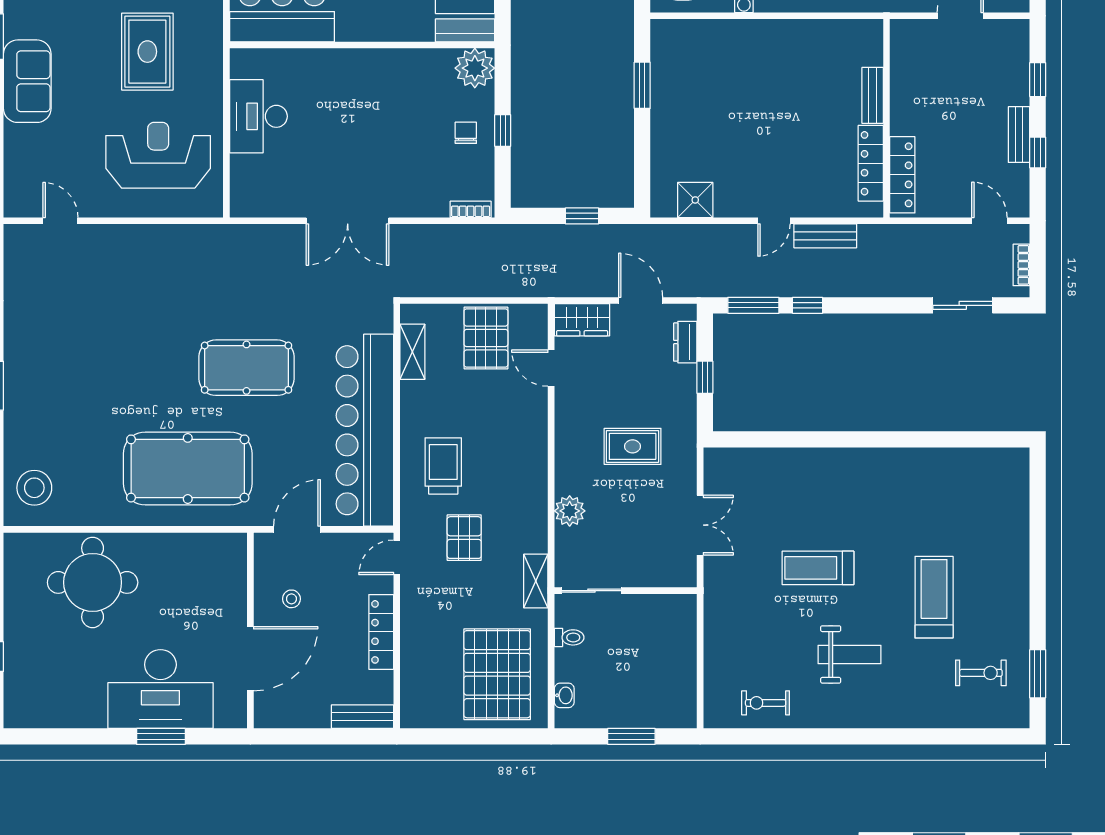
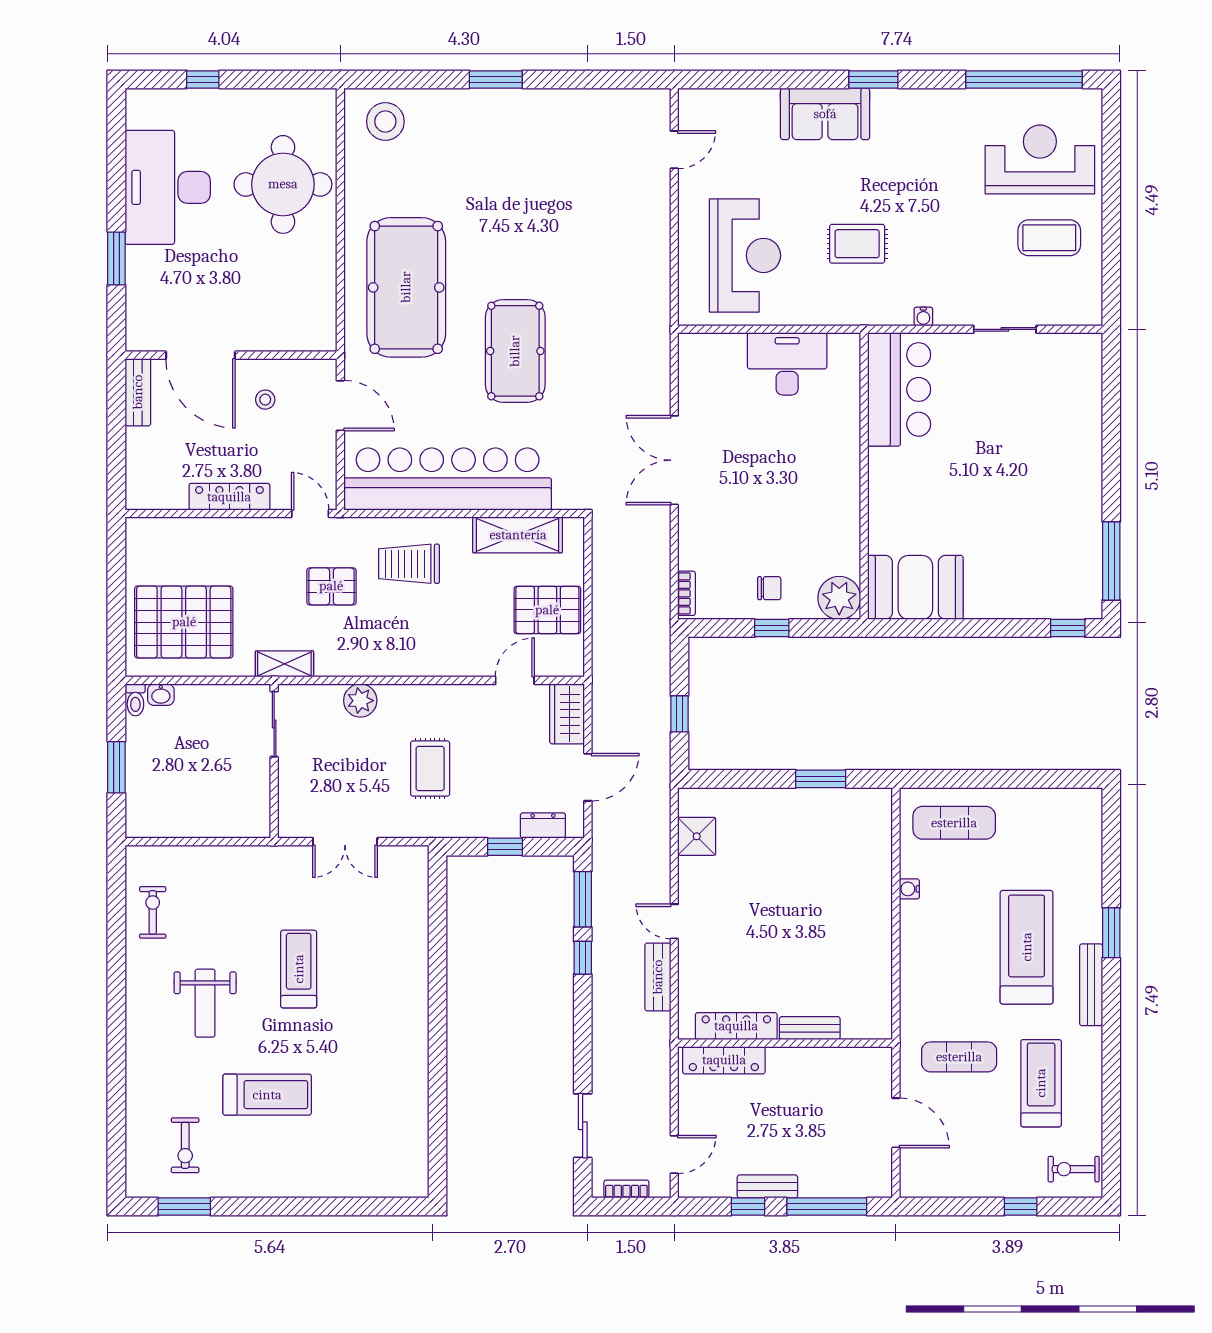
rug: (147, 52) -> (857, 244), width x0.73, depth x0.70
window: (1038, 80) -> (827, 1207), width x2.17
shelving: (412, 352) -> (518, 535), width x1.50, depth x1.33
trolley: (443, 466) -> (409, 564), turned 180
toilet: (569, 637) -> (135, 700), moved
desk: (160, 689) -> (168, 187), moved
bench: (362, 717) -> (138, 392), moved

